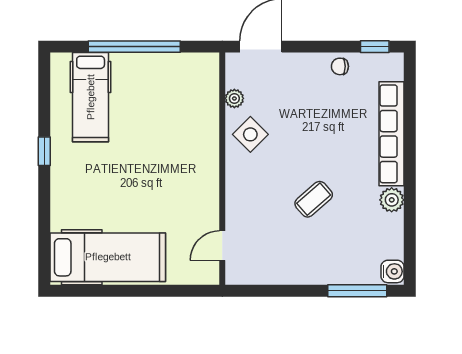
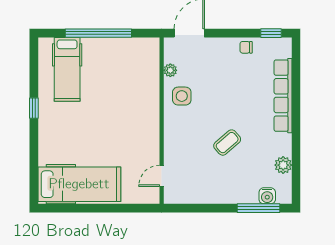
side table: (250, 134) -> (182, 96), turned 45
plant: (392, 200) -> (283, 165), moved
water cooler: (392, 271) -> (267, 196), moved, turned 90

